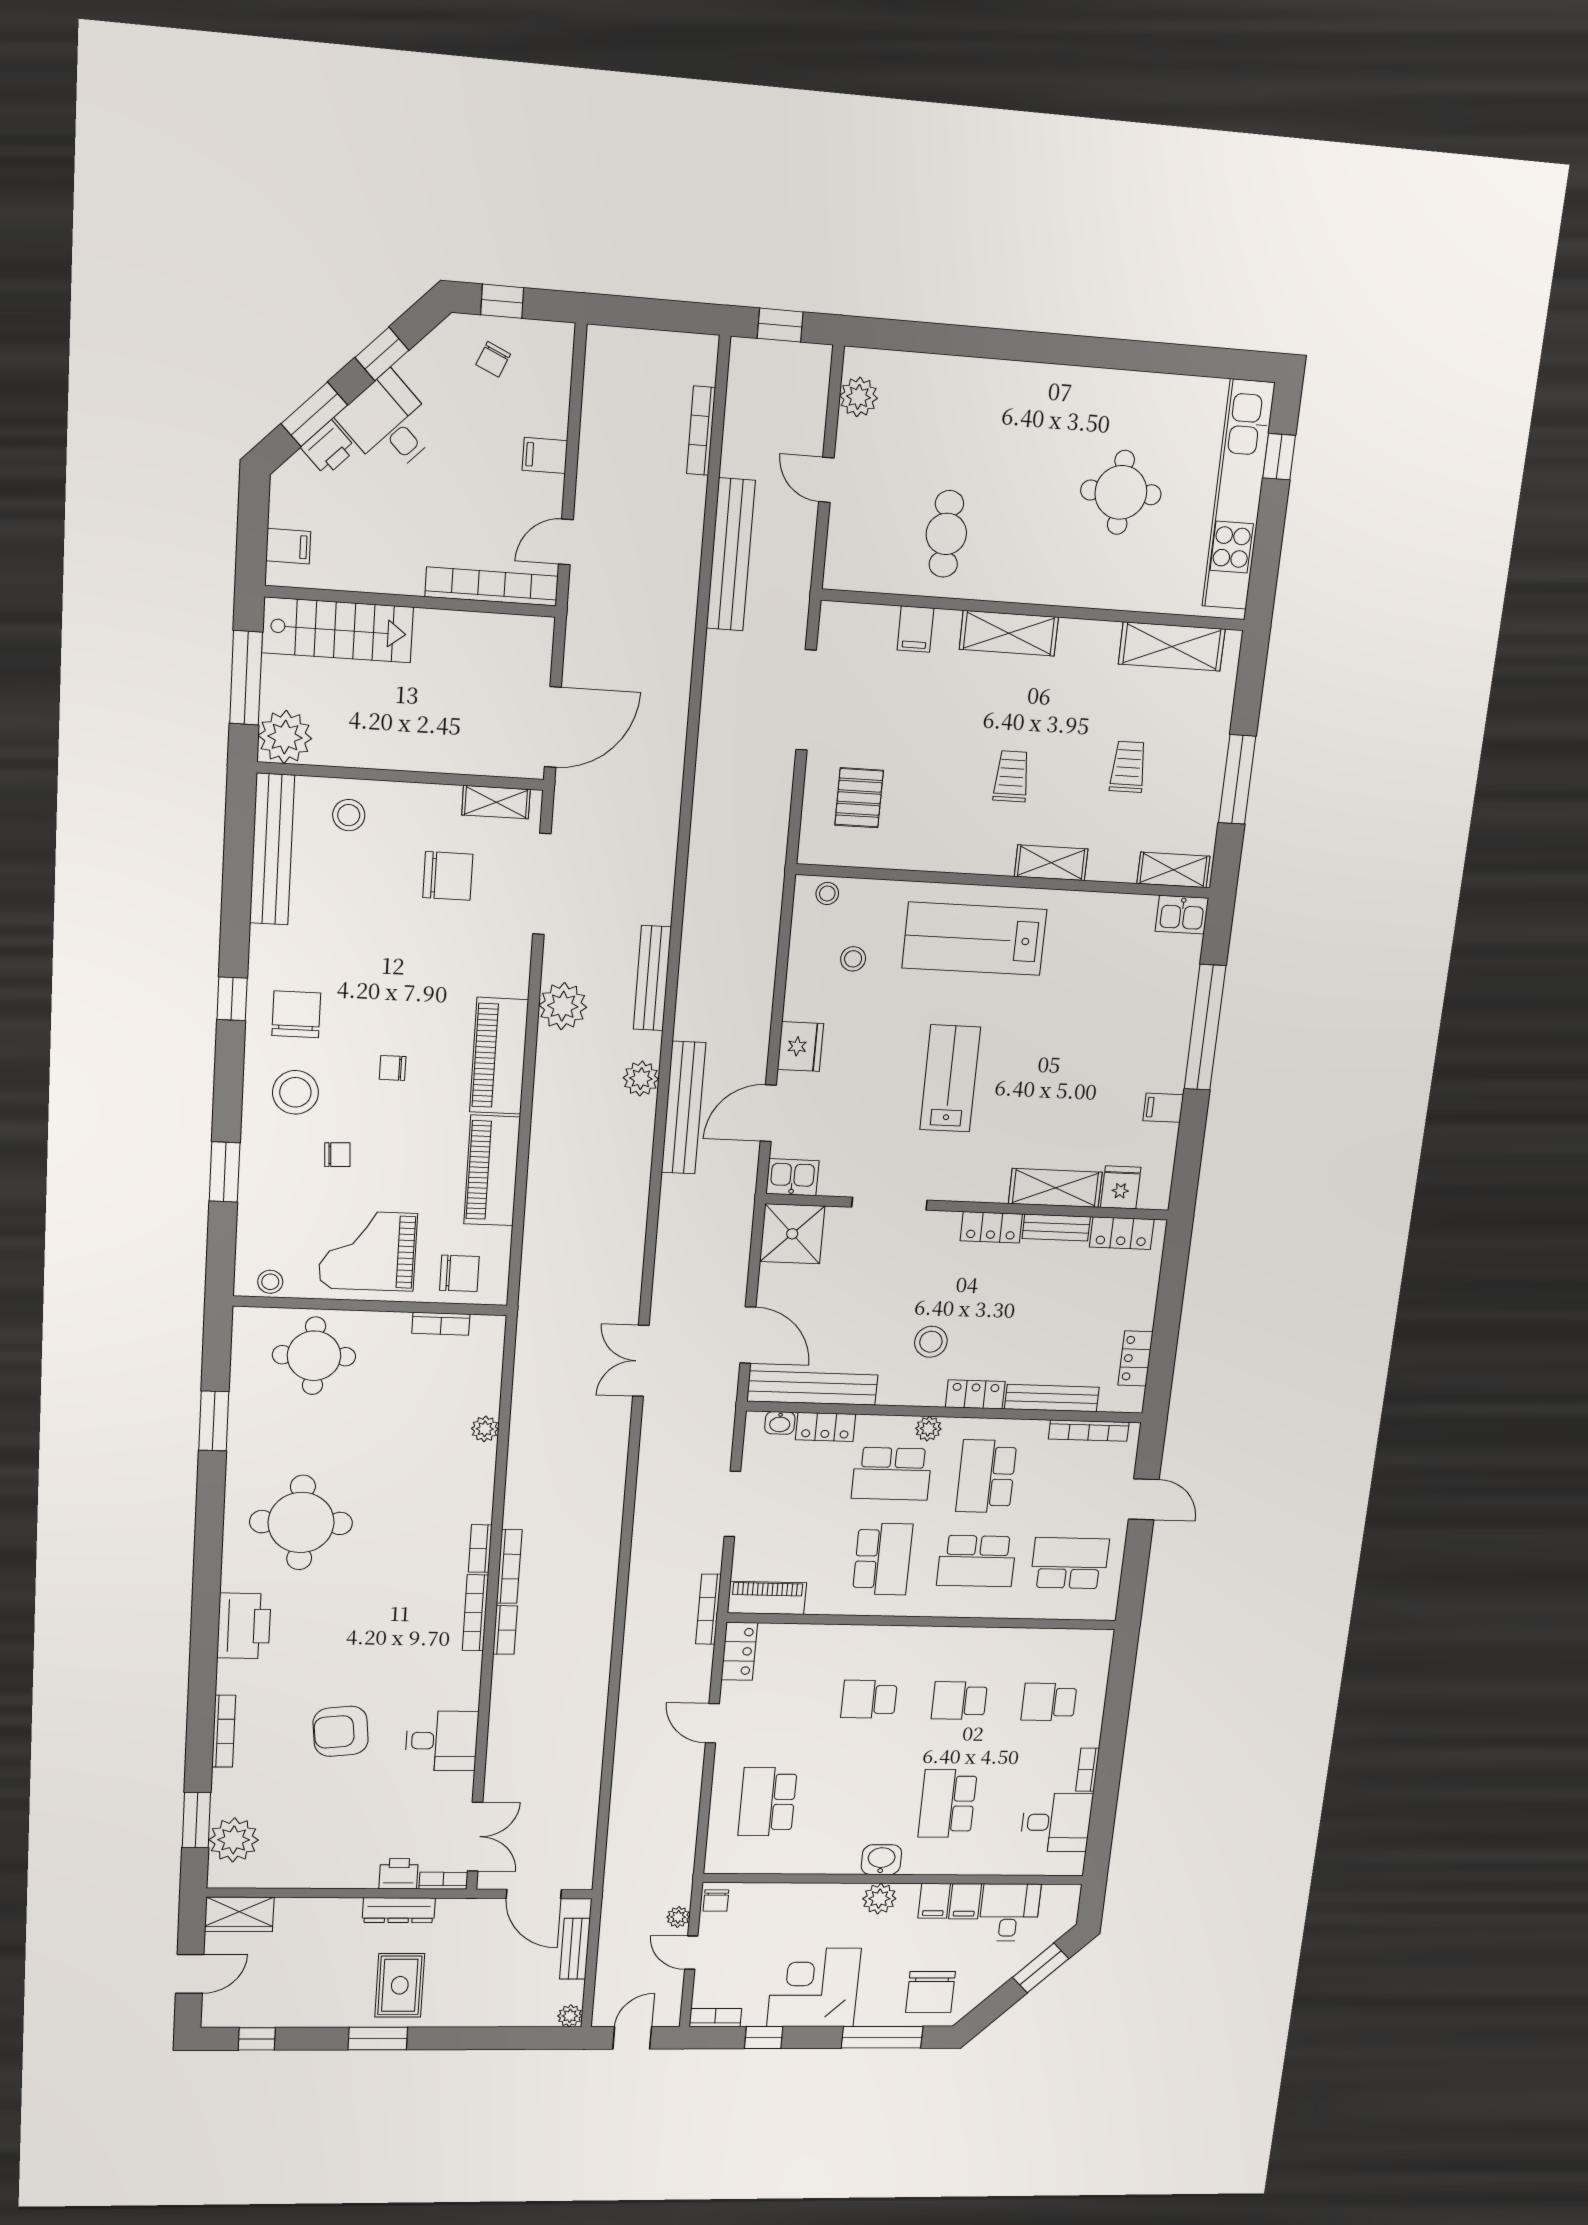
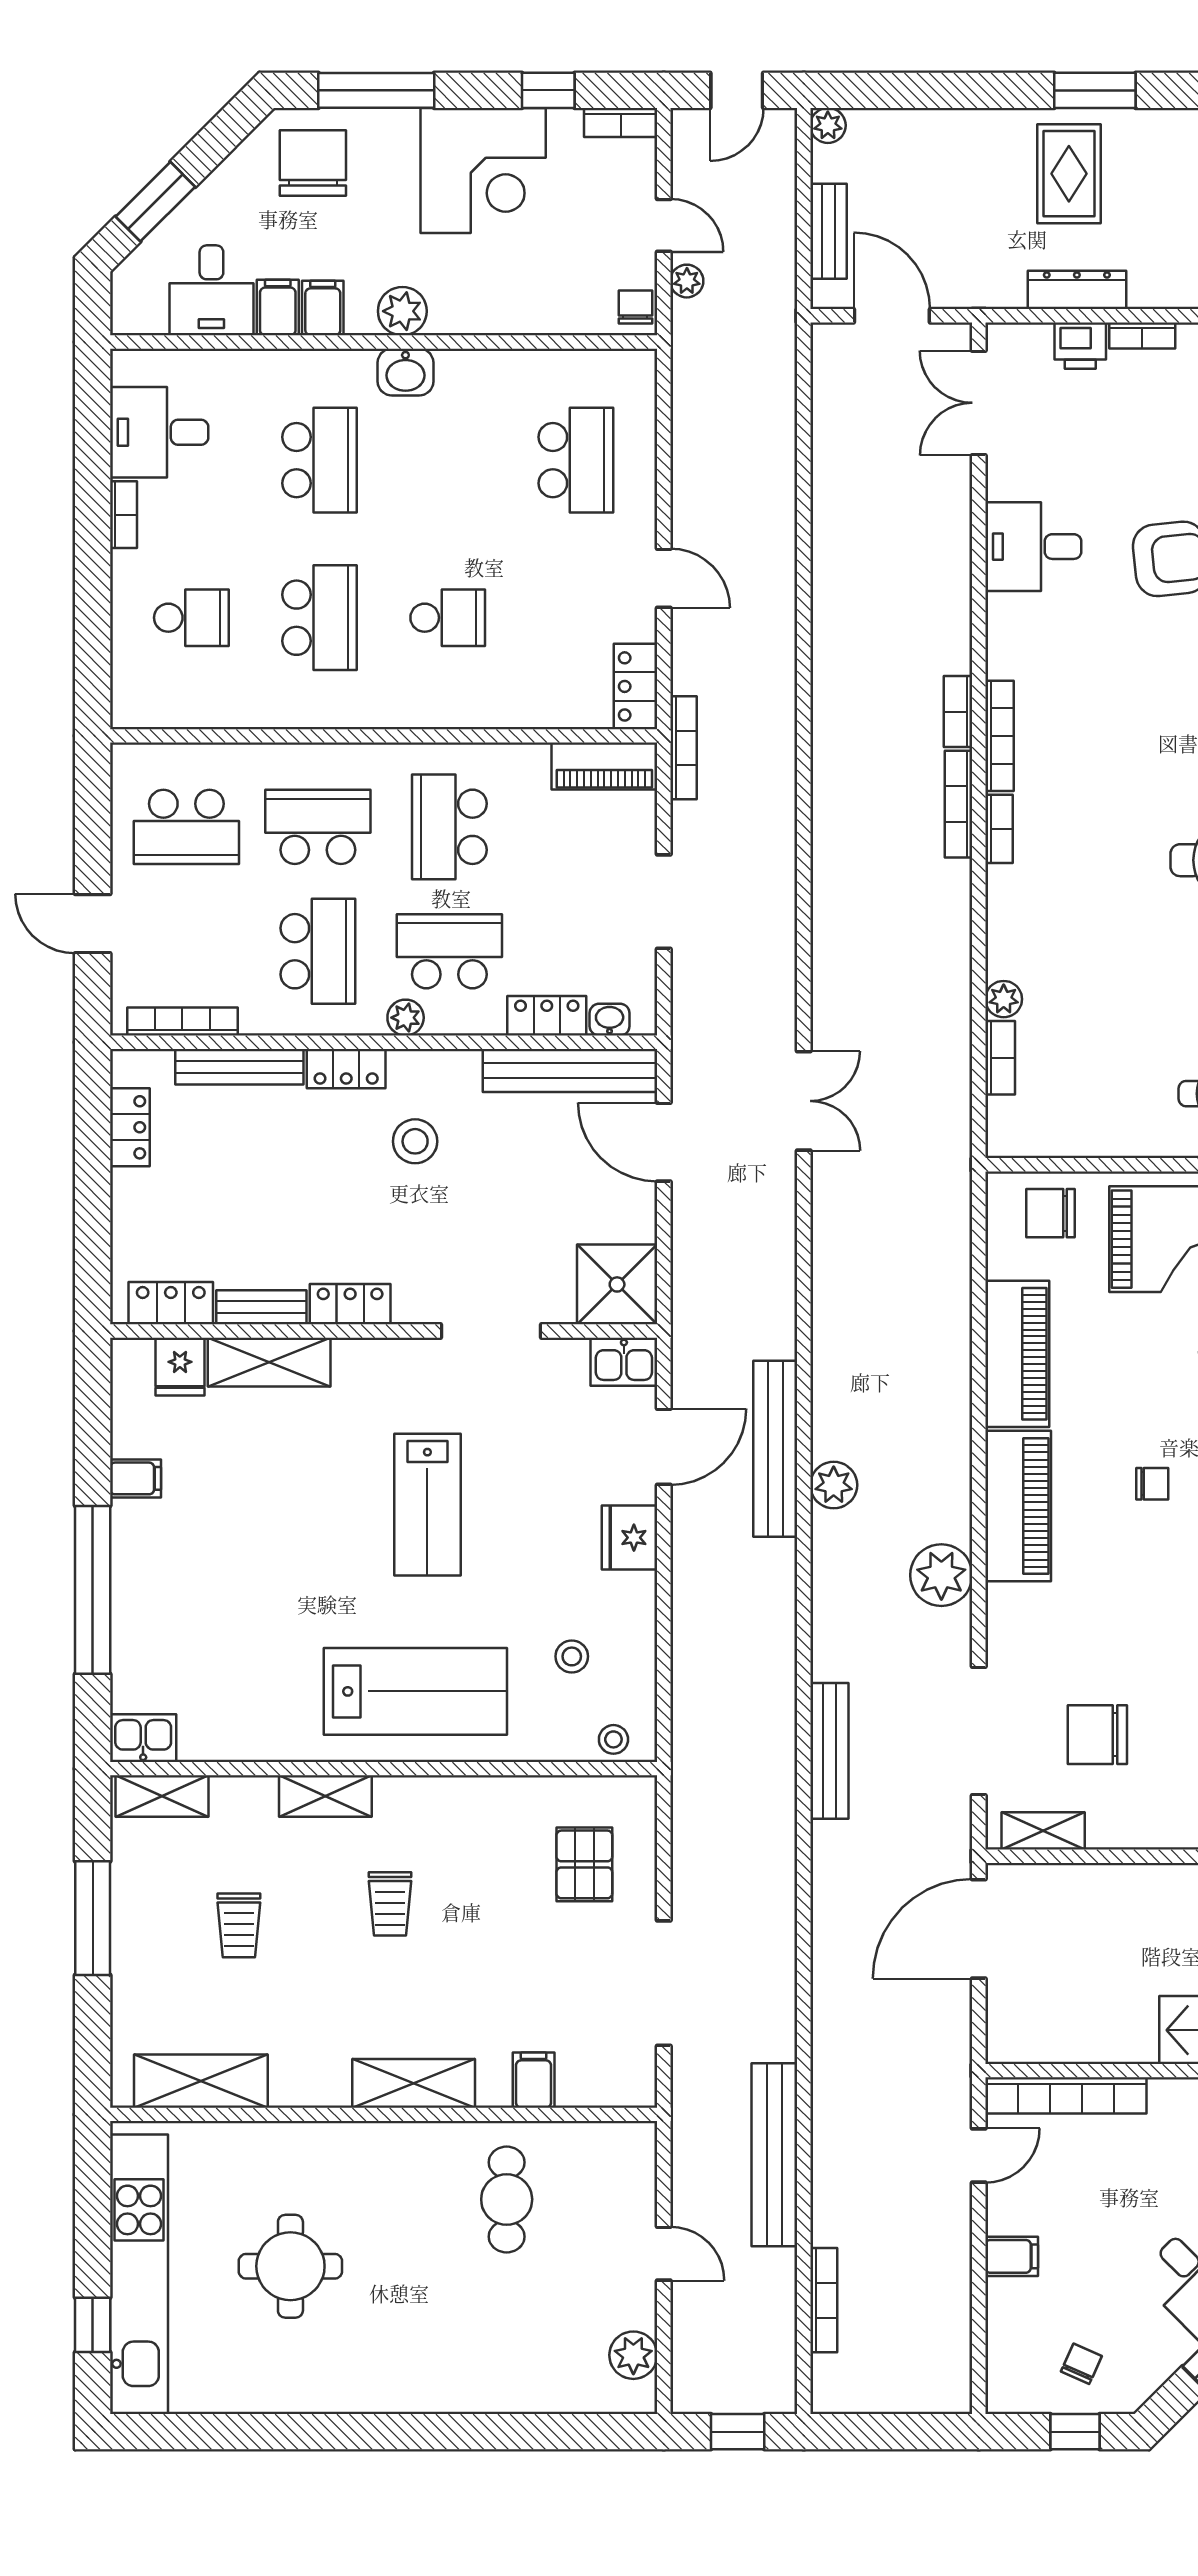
bench: (652, 978) -> (829, 1751), moved
bookcase: (441, 1324) -> (1000, 1058), moved, turned 90
school desk: (959, 1701) -> (320, 618), width x1.85
bookcase: (443, 1881) -> (1142, 335), moved

